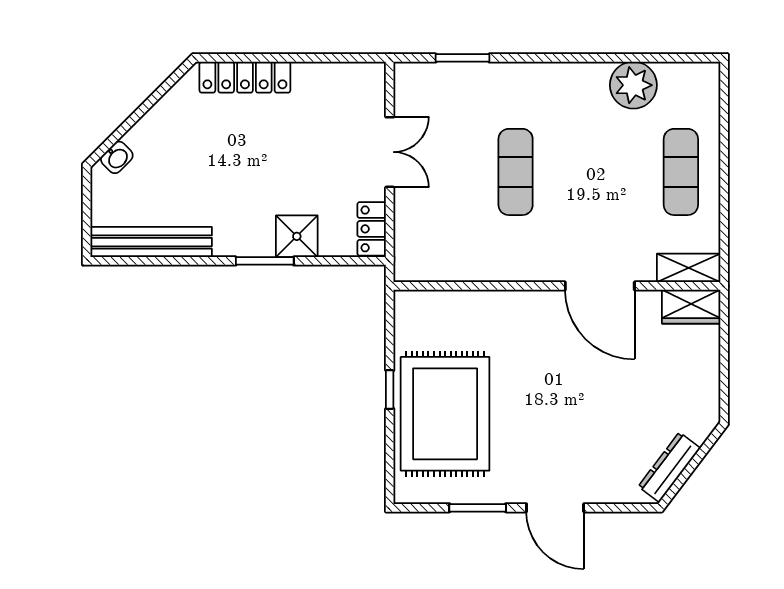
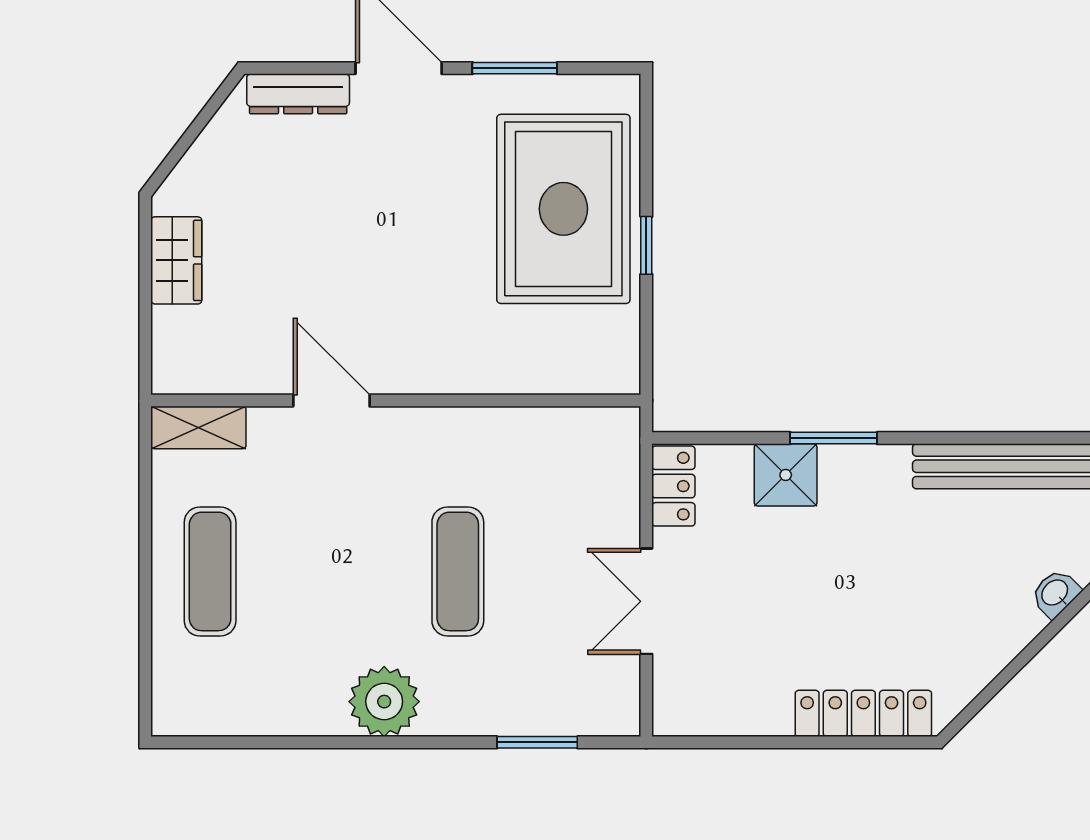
plant: (633, 85) -> (384, 702), moved
door: (600, 286) -> (331, 401), width x0.73
wardrobe: (691, 307) -> (176, 260), moved, turned 90
dresser: (669, 467) -> (298, 94), moved, turned 53

